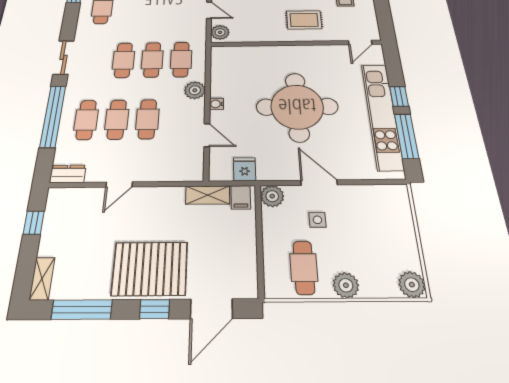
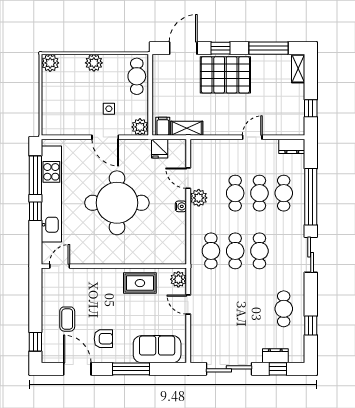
rug: (304, 20) -> (140, 283), moved
plant: (195, 90) -> (199, 198), moved
cafe table: (304, 267) -> (137, 76), moved

